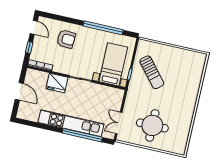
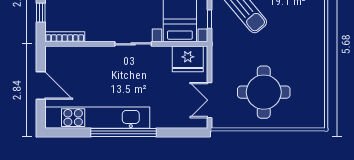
fridge: (57, 83) -> (188, 59), moved
kitchen unit: (71, 123) -> (97, 118), moved
window: (82, 135) -> (123, 133), moved

